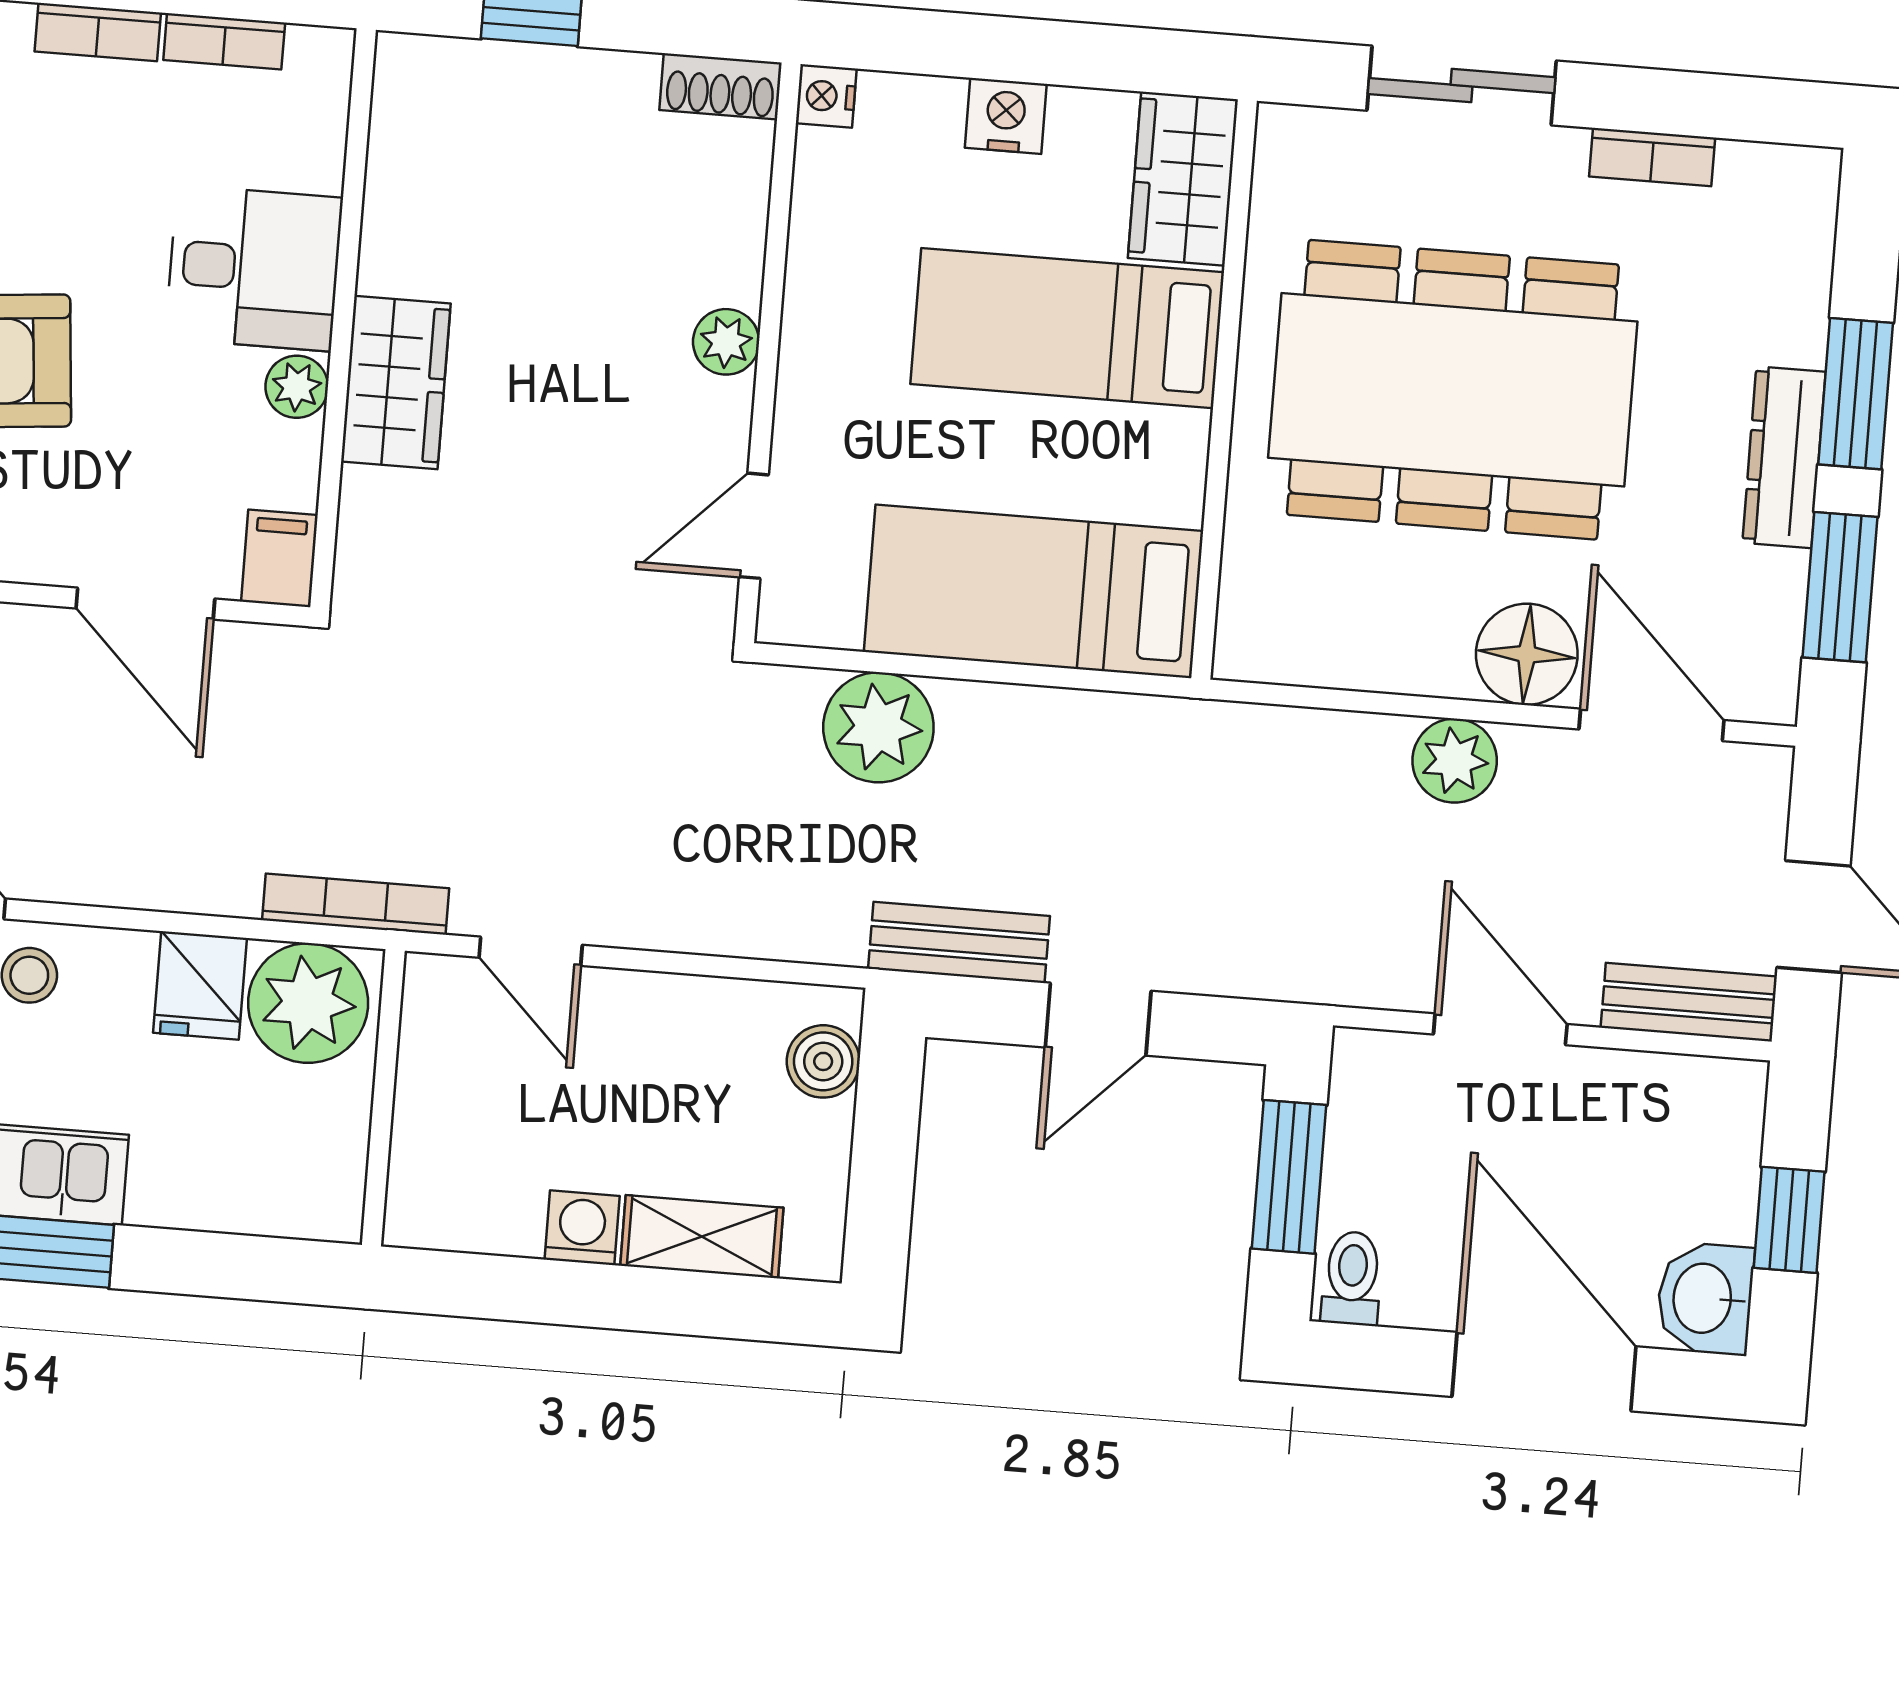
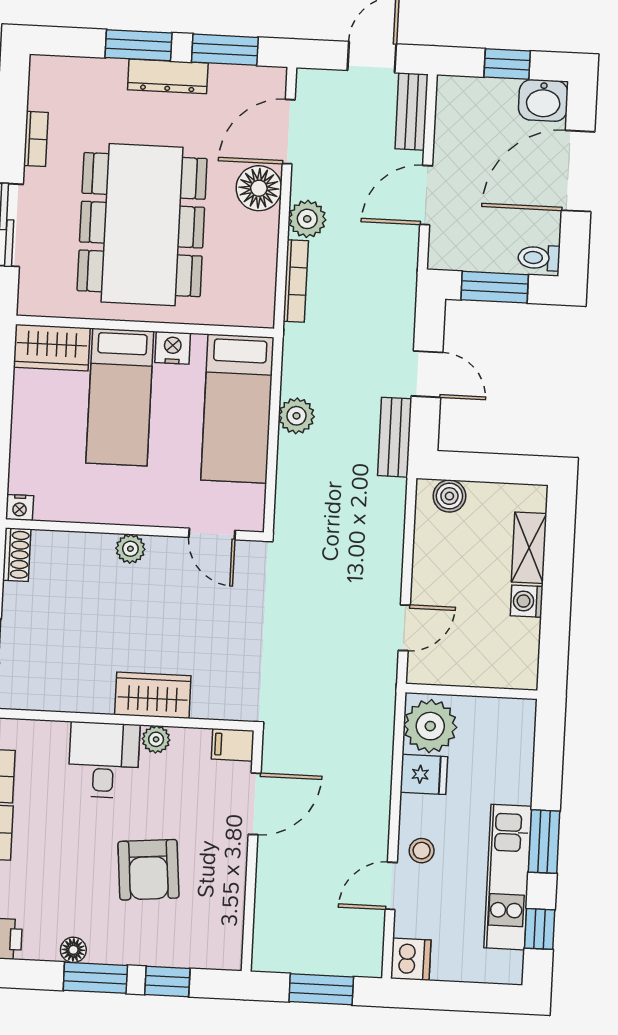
nightstand: (1006, 116) -> (173, 348), moved, turned 90
plant: (878, 727) -> (296, 416), moved, width x0.73, depth x0.73
bookcase: (356, 904) -> (296, 281), moved, turned 180

